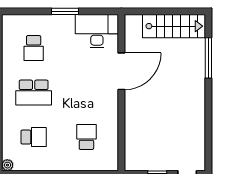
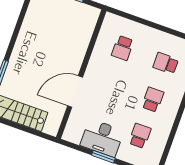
desk: (97, 31) -> (102, 138), moved
school desk: (34, 93) -> (153, 100), width x0.54

